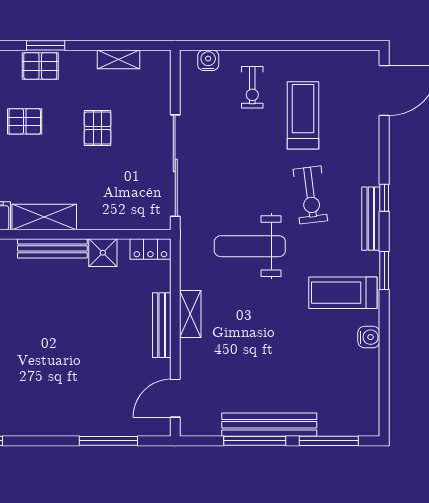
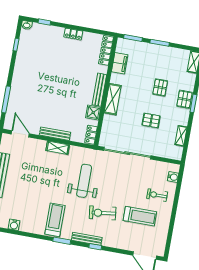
shelving: (44, 217) -> (113, 99), moved
water cooler: (369, 337) -> (14, 225), moved

